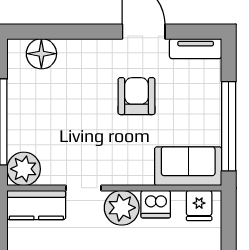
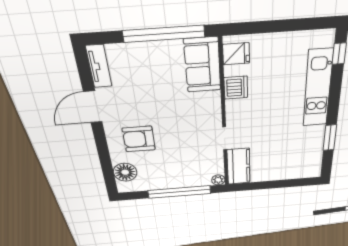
armchair: (137, 96) -> (139, 139), moved
plant: (24, 169) -> (218, 180), width x0.53, depth x0.53
plant: (122, 208) -> (239, 112), removed

